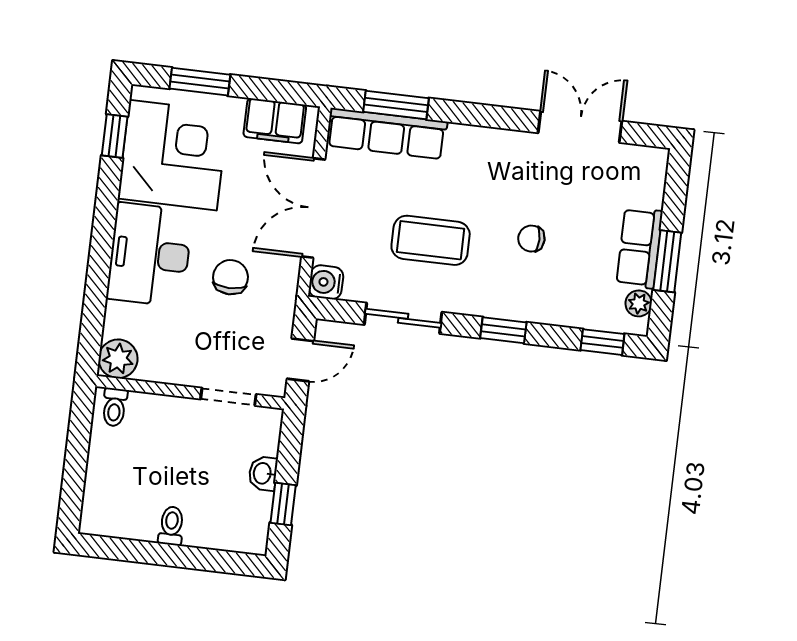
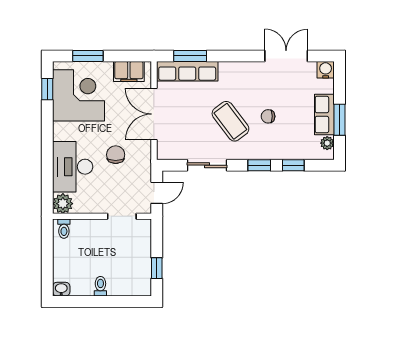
coffee table: (431, 240) -> (230, 121), moved, turned 53
desk: (150, 255) -> (73, 167), moved
water cooler: (326, 282) -> (326, 70), moved, turned 90
window: (602, 342) -> (293, 165), moved
washbasin: (263, 473) -> (61, 289), moved, turned 90

